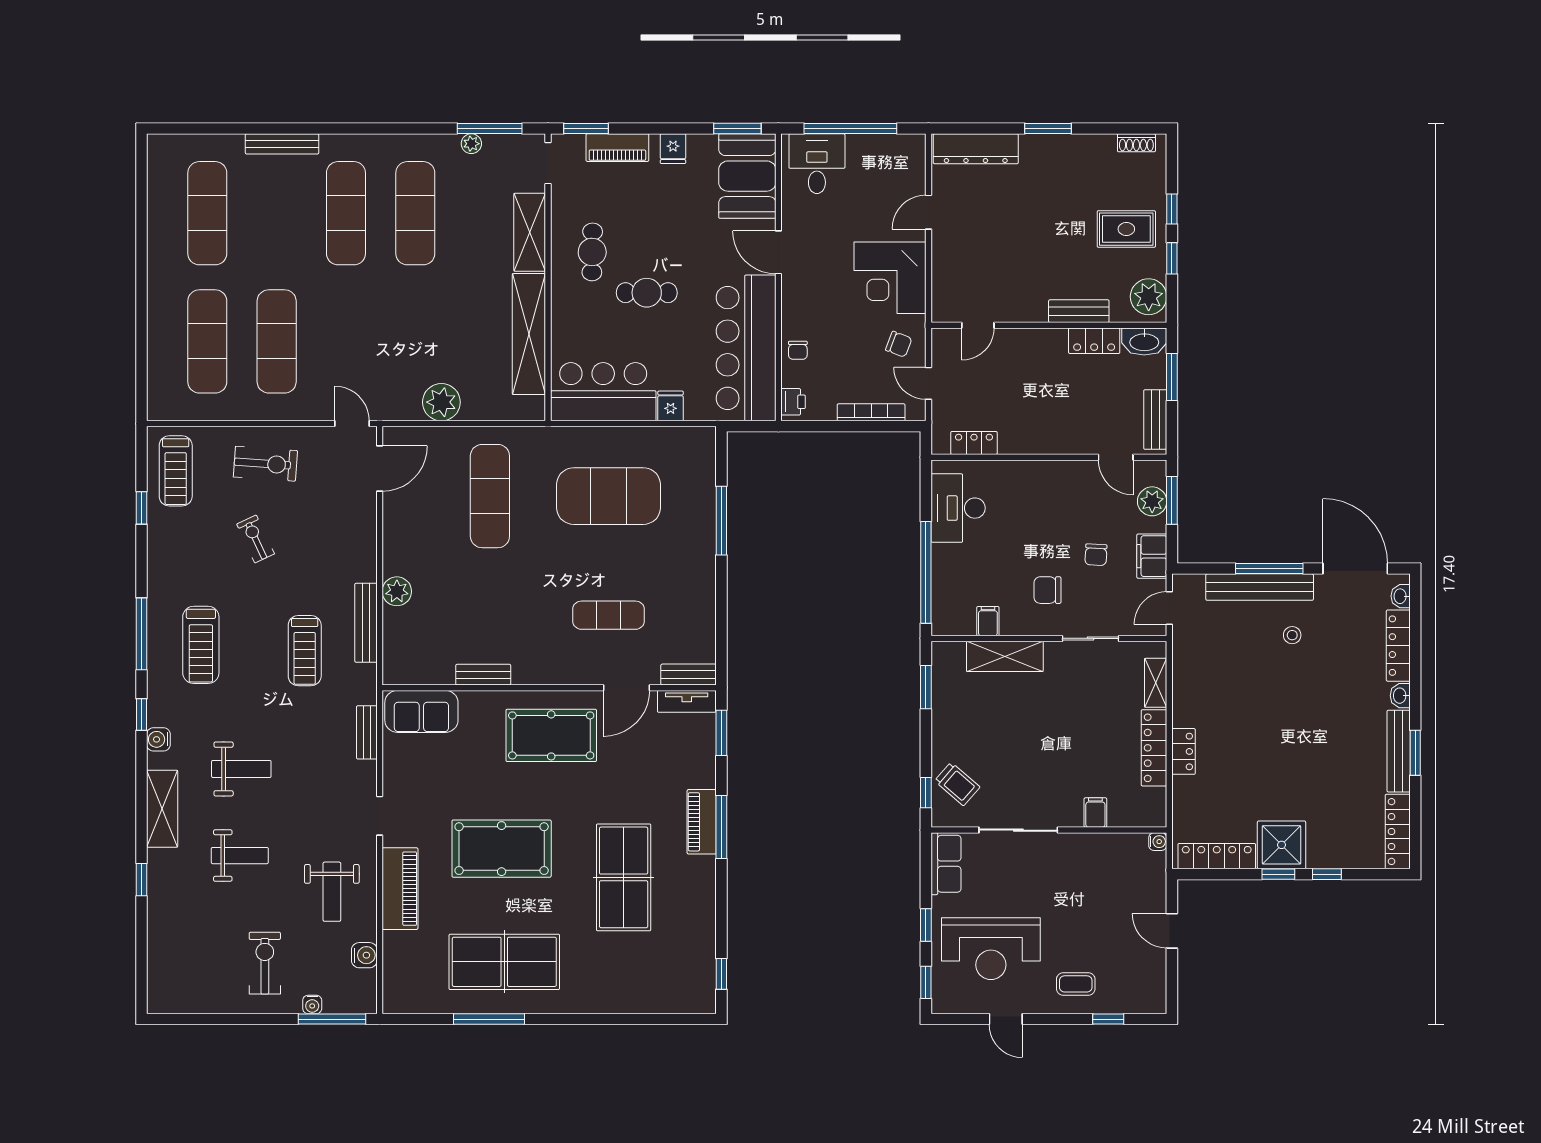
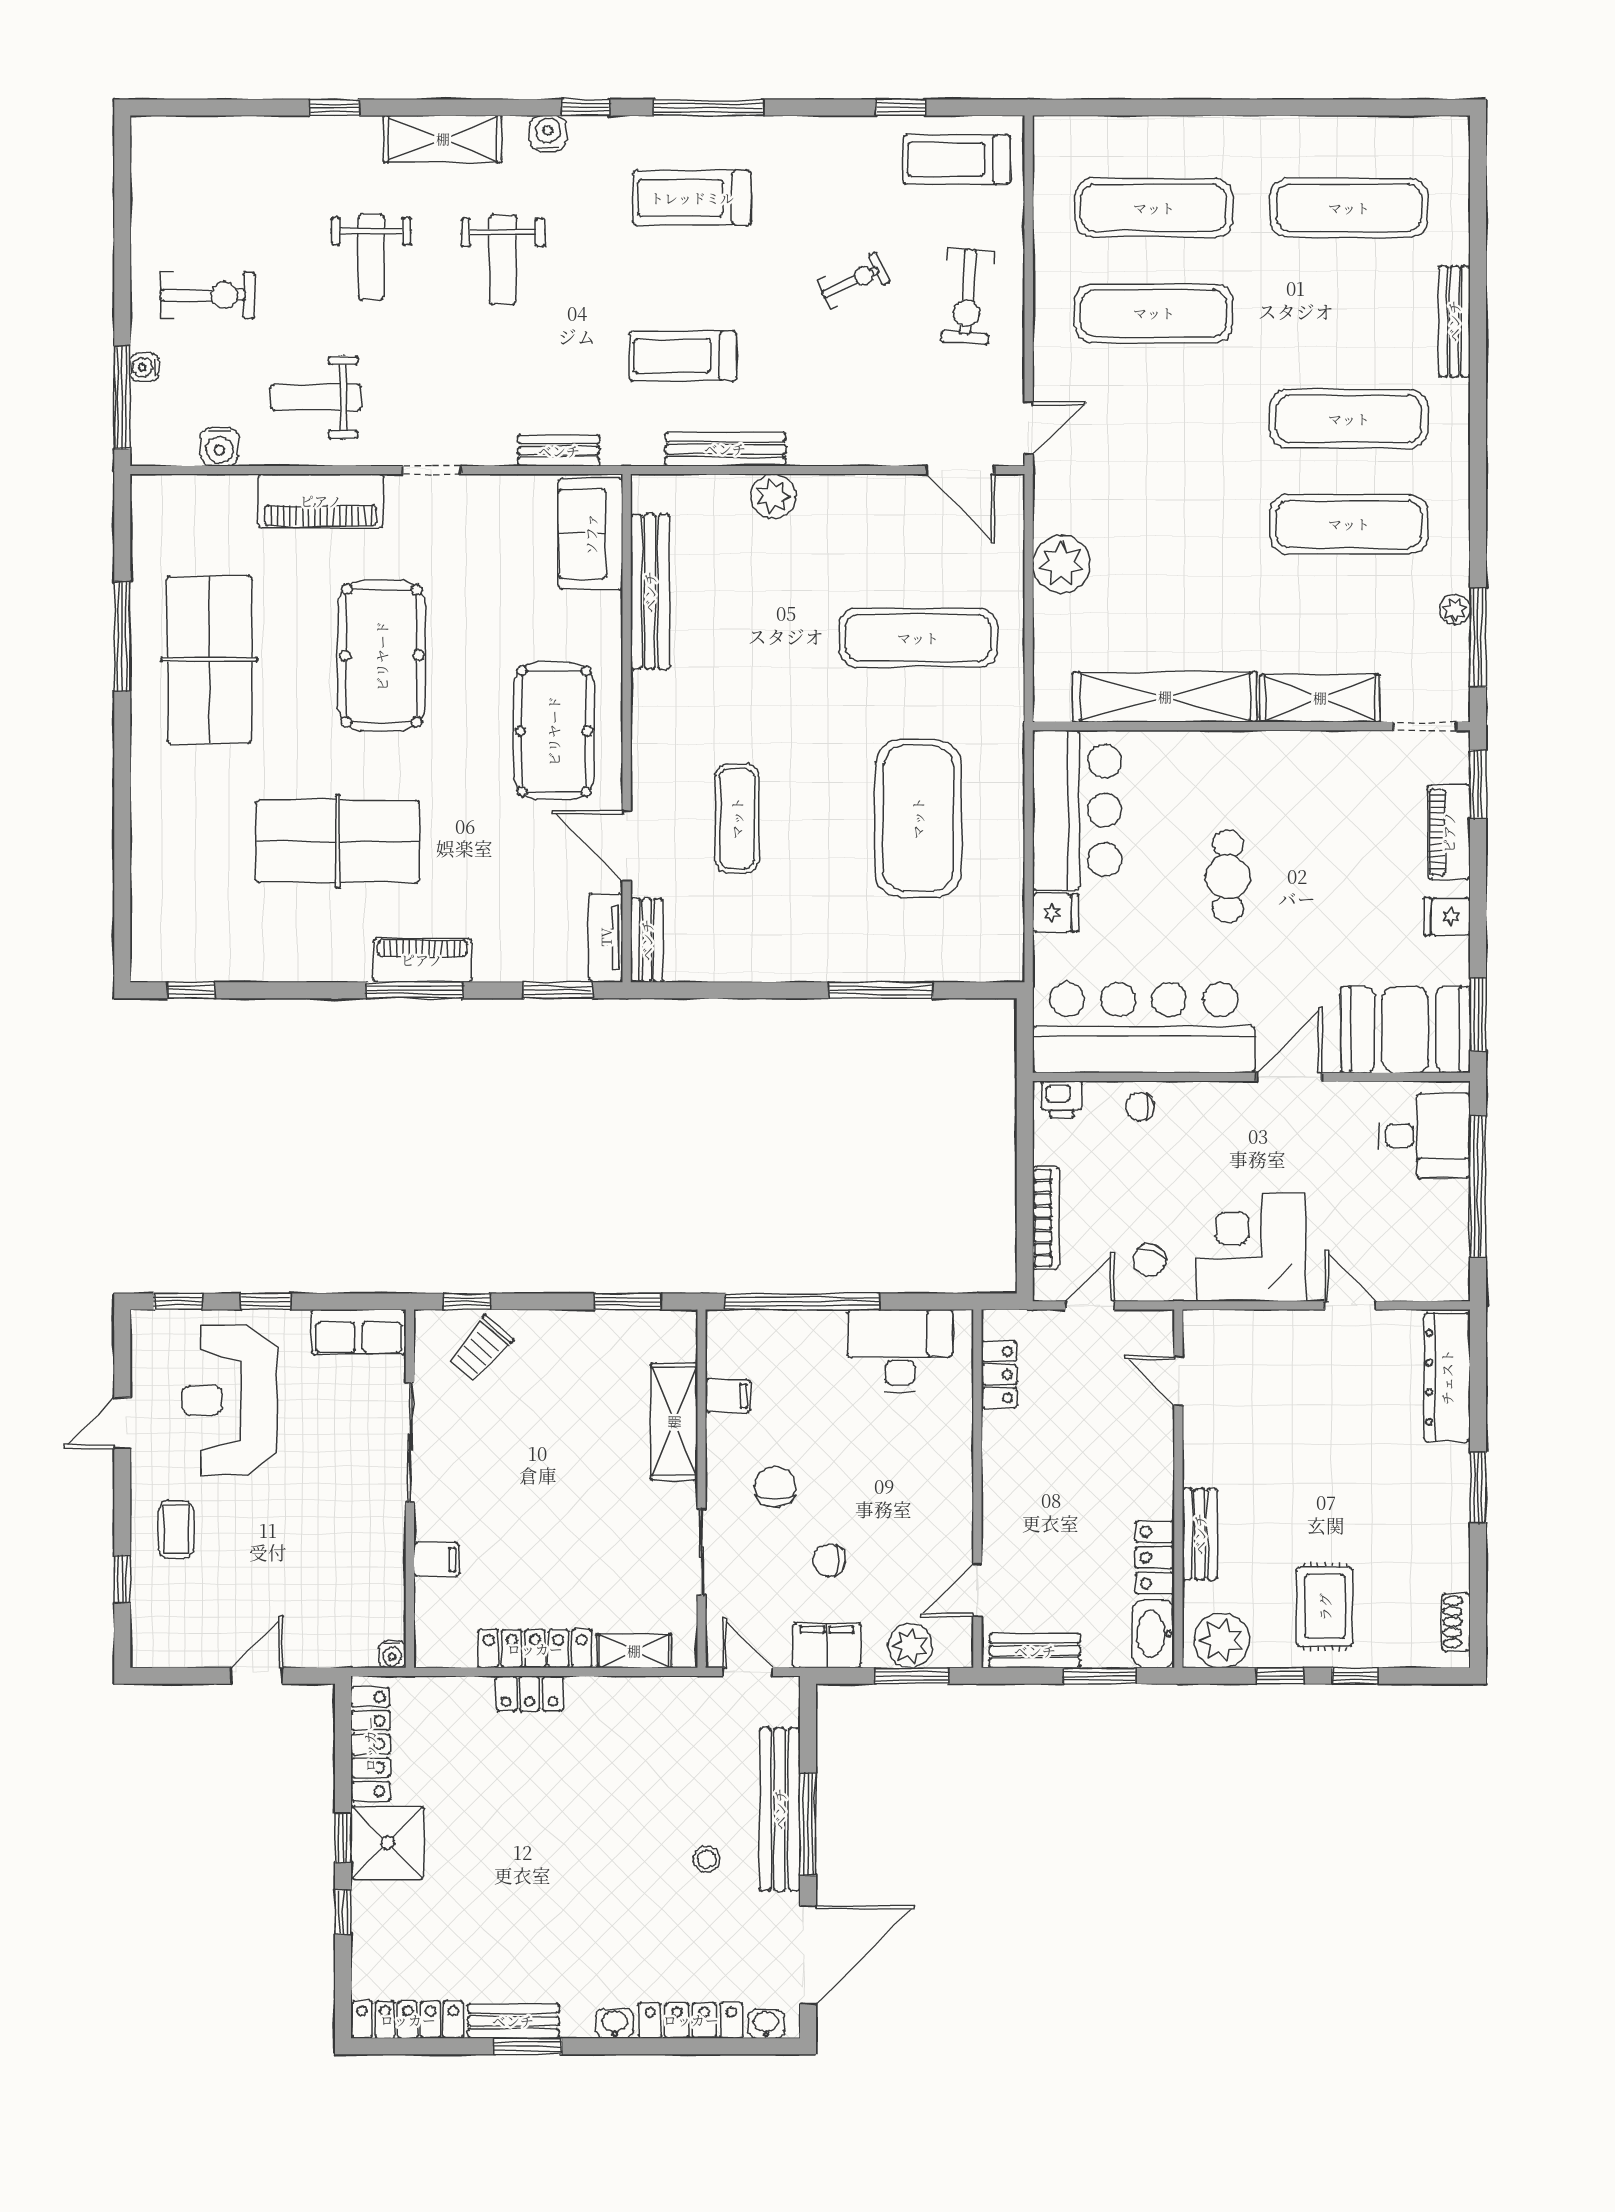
cafe table: (592, 252) -> (1290, 794), removed
bench: (483, 675) -> (650, 592), width x1.86, depth x1.21
bench: (1399, 751) -> (513, 2021), width x0.73

